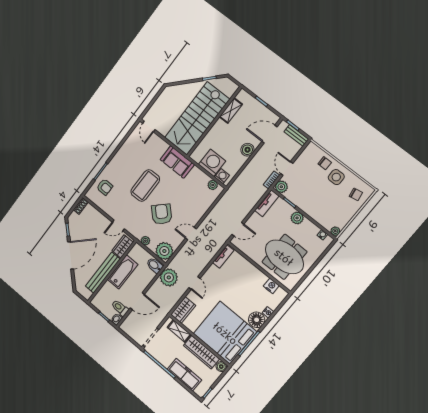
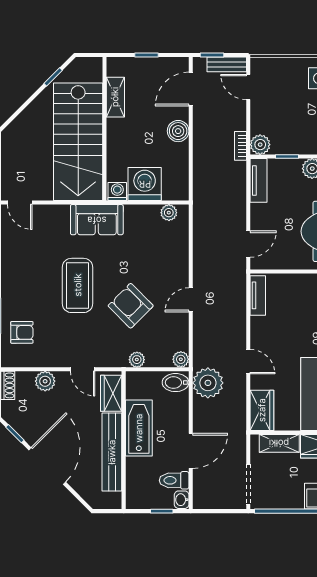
chair: (325, 163) -> (291, 72), removed
door: (287, 169) -> (248, 87), moved
washing machine: (222, 176) -> (117, 191), moved
plant: (98, 217) -> (45, 381), added
door: (118, 225) -> (83, 369), hinge flipped
plant: (164, 251) -> (181, 359), width x0.53, depth x0.53

